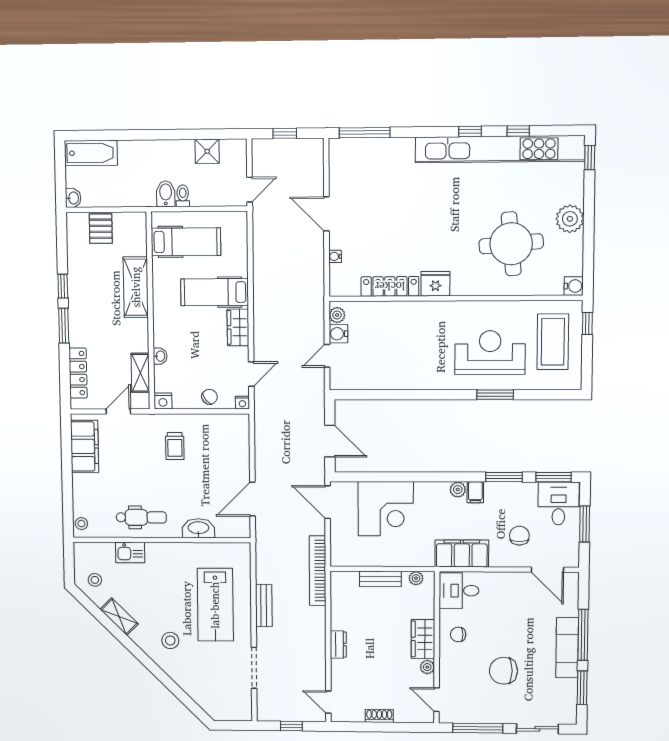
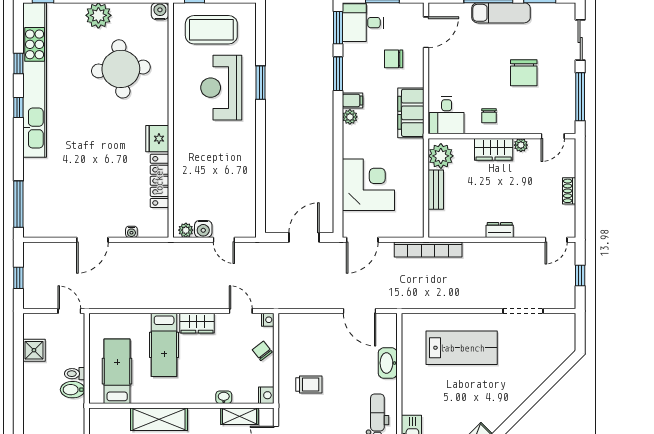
plant: (416, 578) -> (441, 156), width x1.88, depth x1.88
bench: (264, 606) -> (462, 301), removed
stool: (170, 640) -> (497, 392), removed

